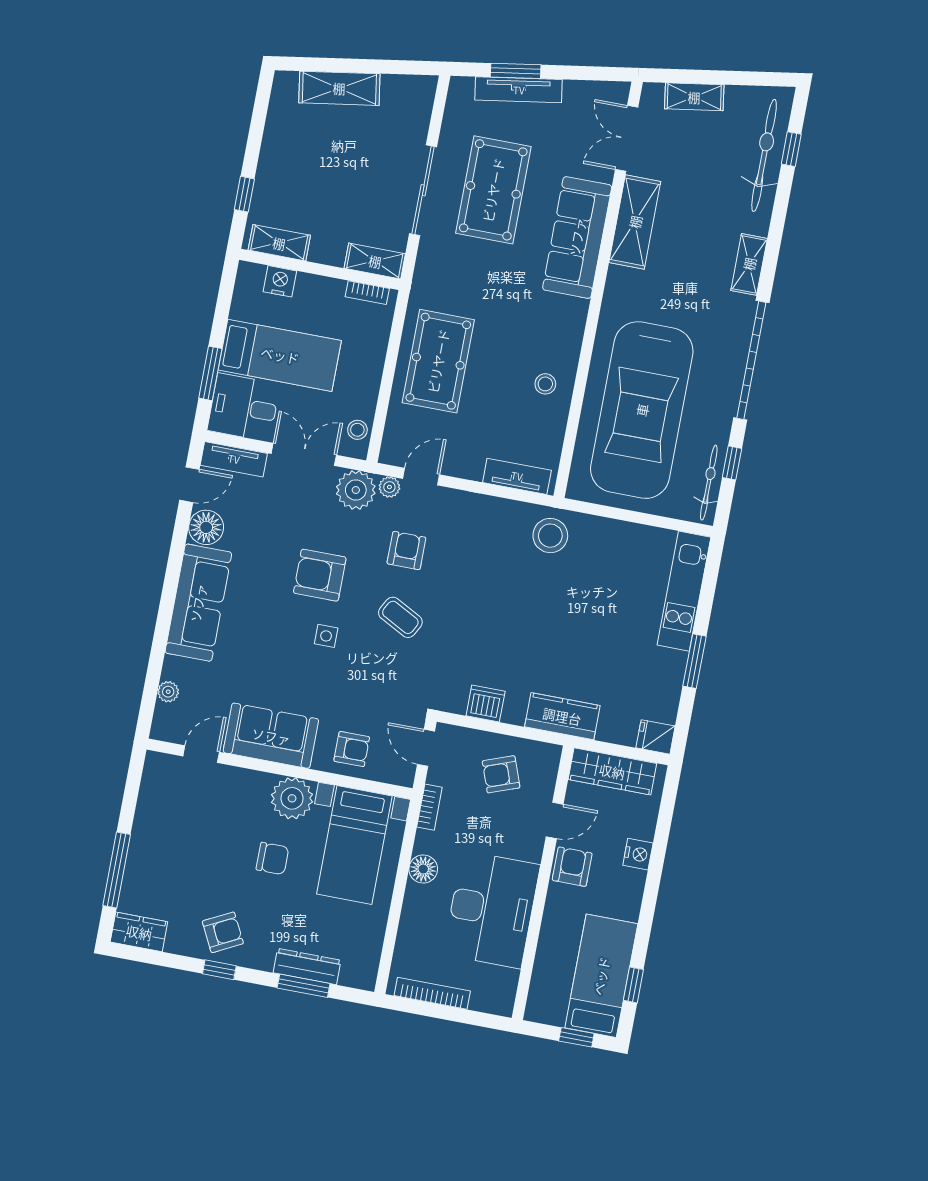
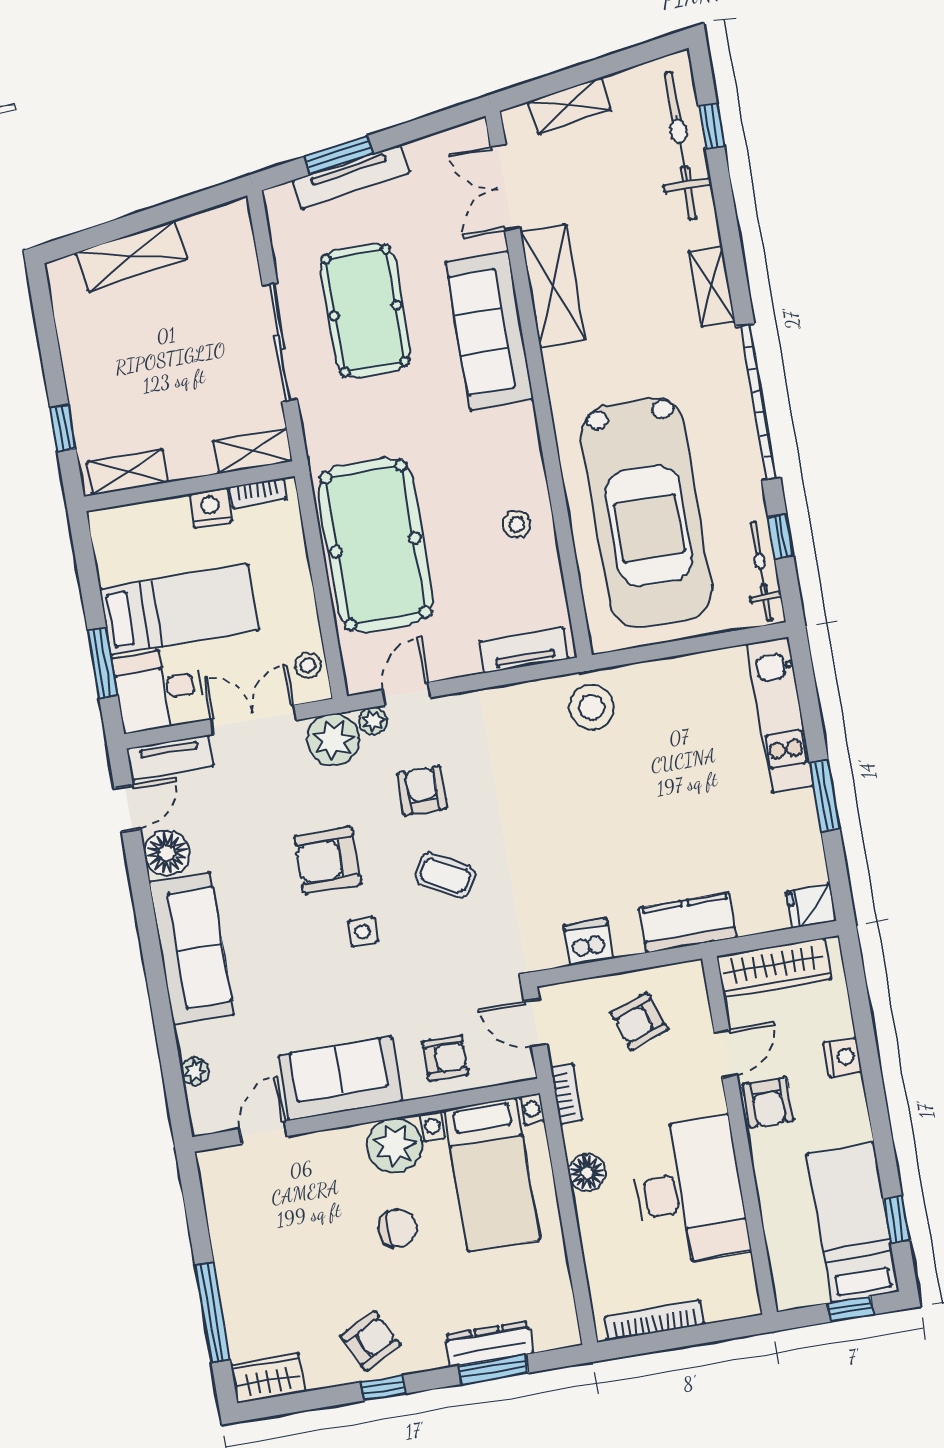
nightstand: (280, 281) -> (210, 508), moved
pool table: (438, 361) -> (376, 545), width x1.36, depth x1.32
armchair: (572, 867) -> (768, 1102), turned 180

